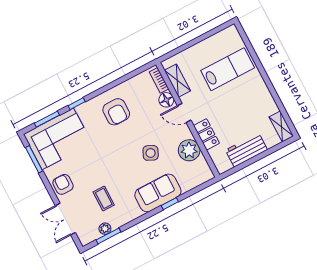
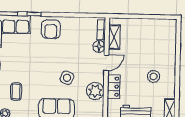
lab bench: (228, 69) -> (154, 49), removed
stool: (244, 99) -> (154, 76), added
armchair: (116, 112) -> (51, 29), moved
door: (184, 113) -> (106, 63), swing flipped

